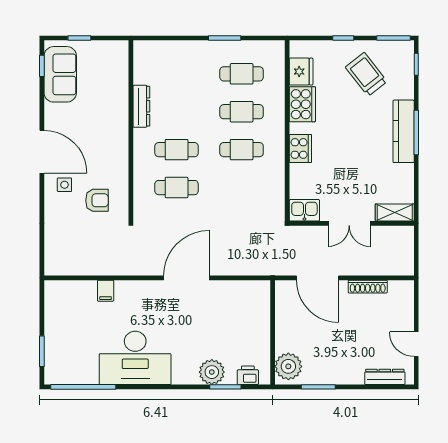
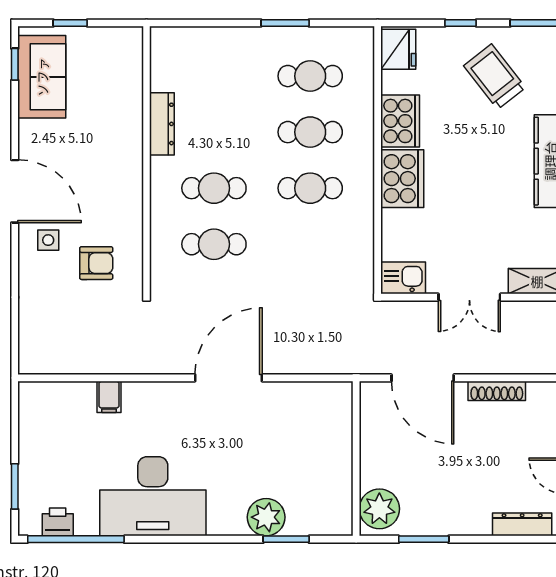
fridge: (301, 72) -> (398, 49), moved
cooker: (300, 148) -> (402, 179), width x1.37, depth x1.31
printer: (248, 375) -> (58, 522), moved

